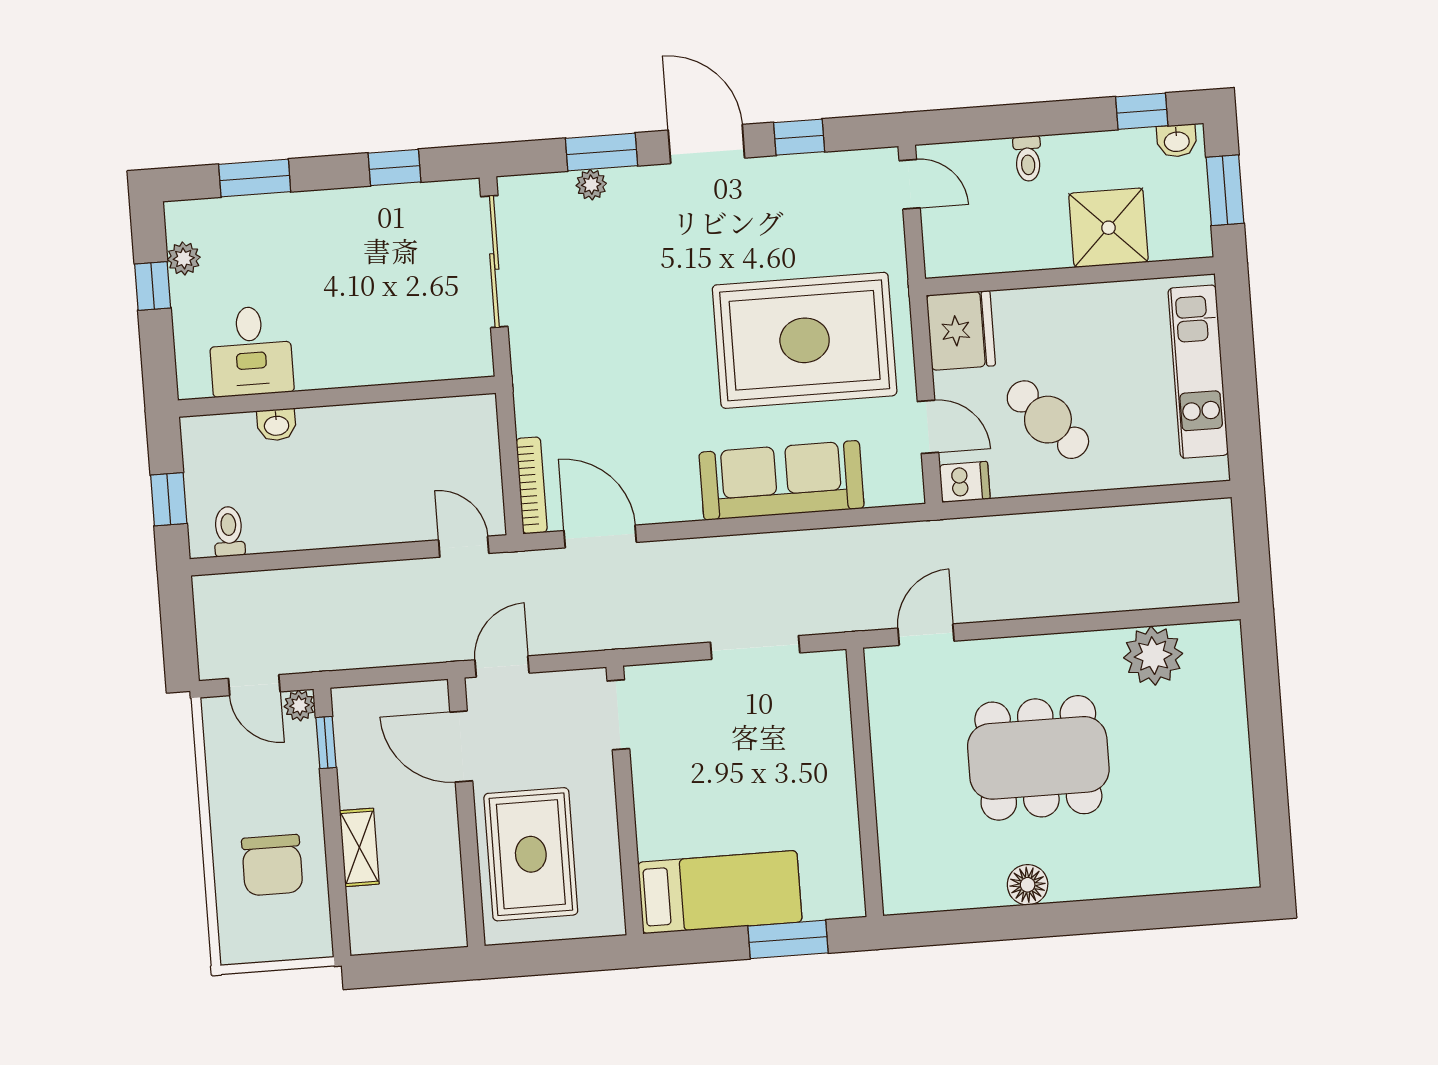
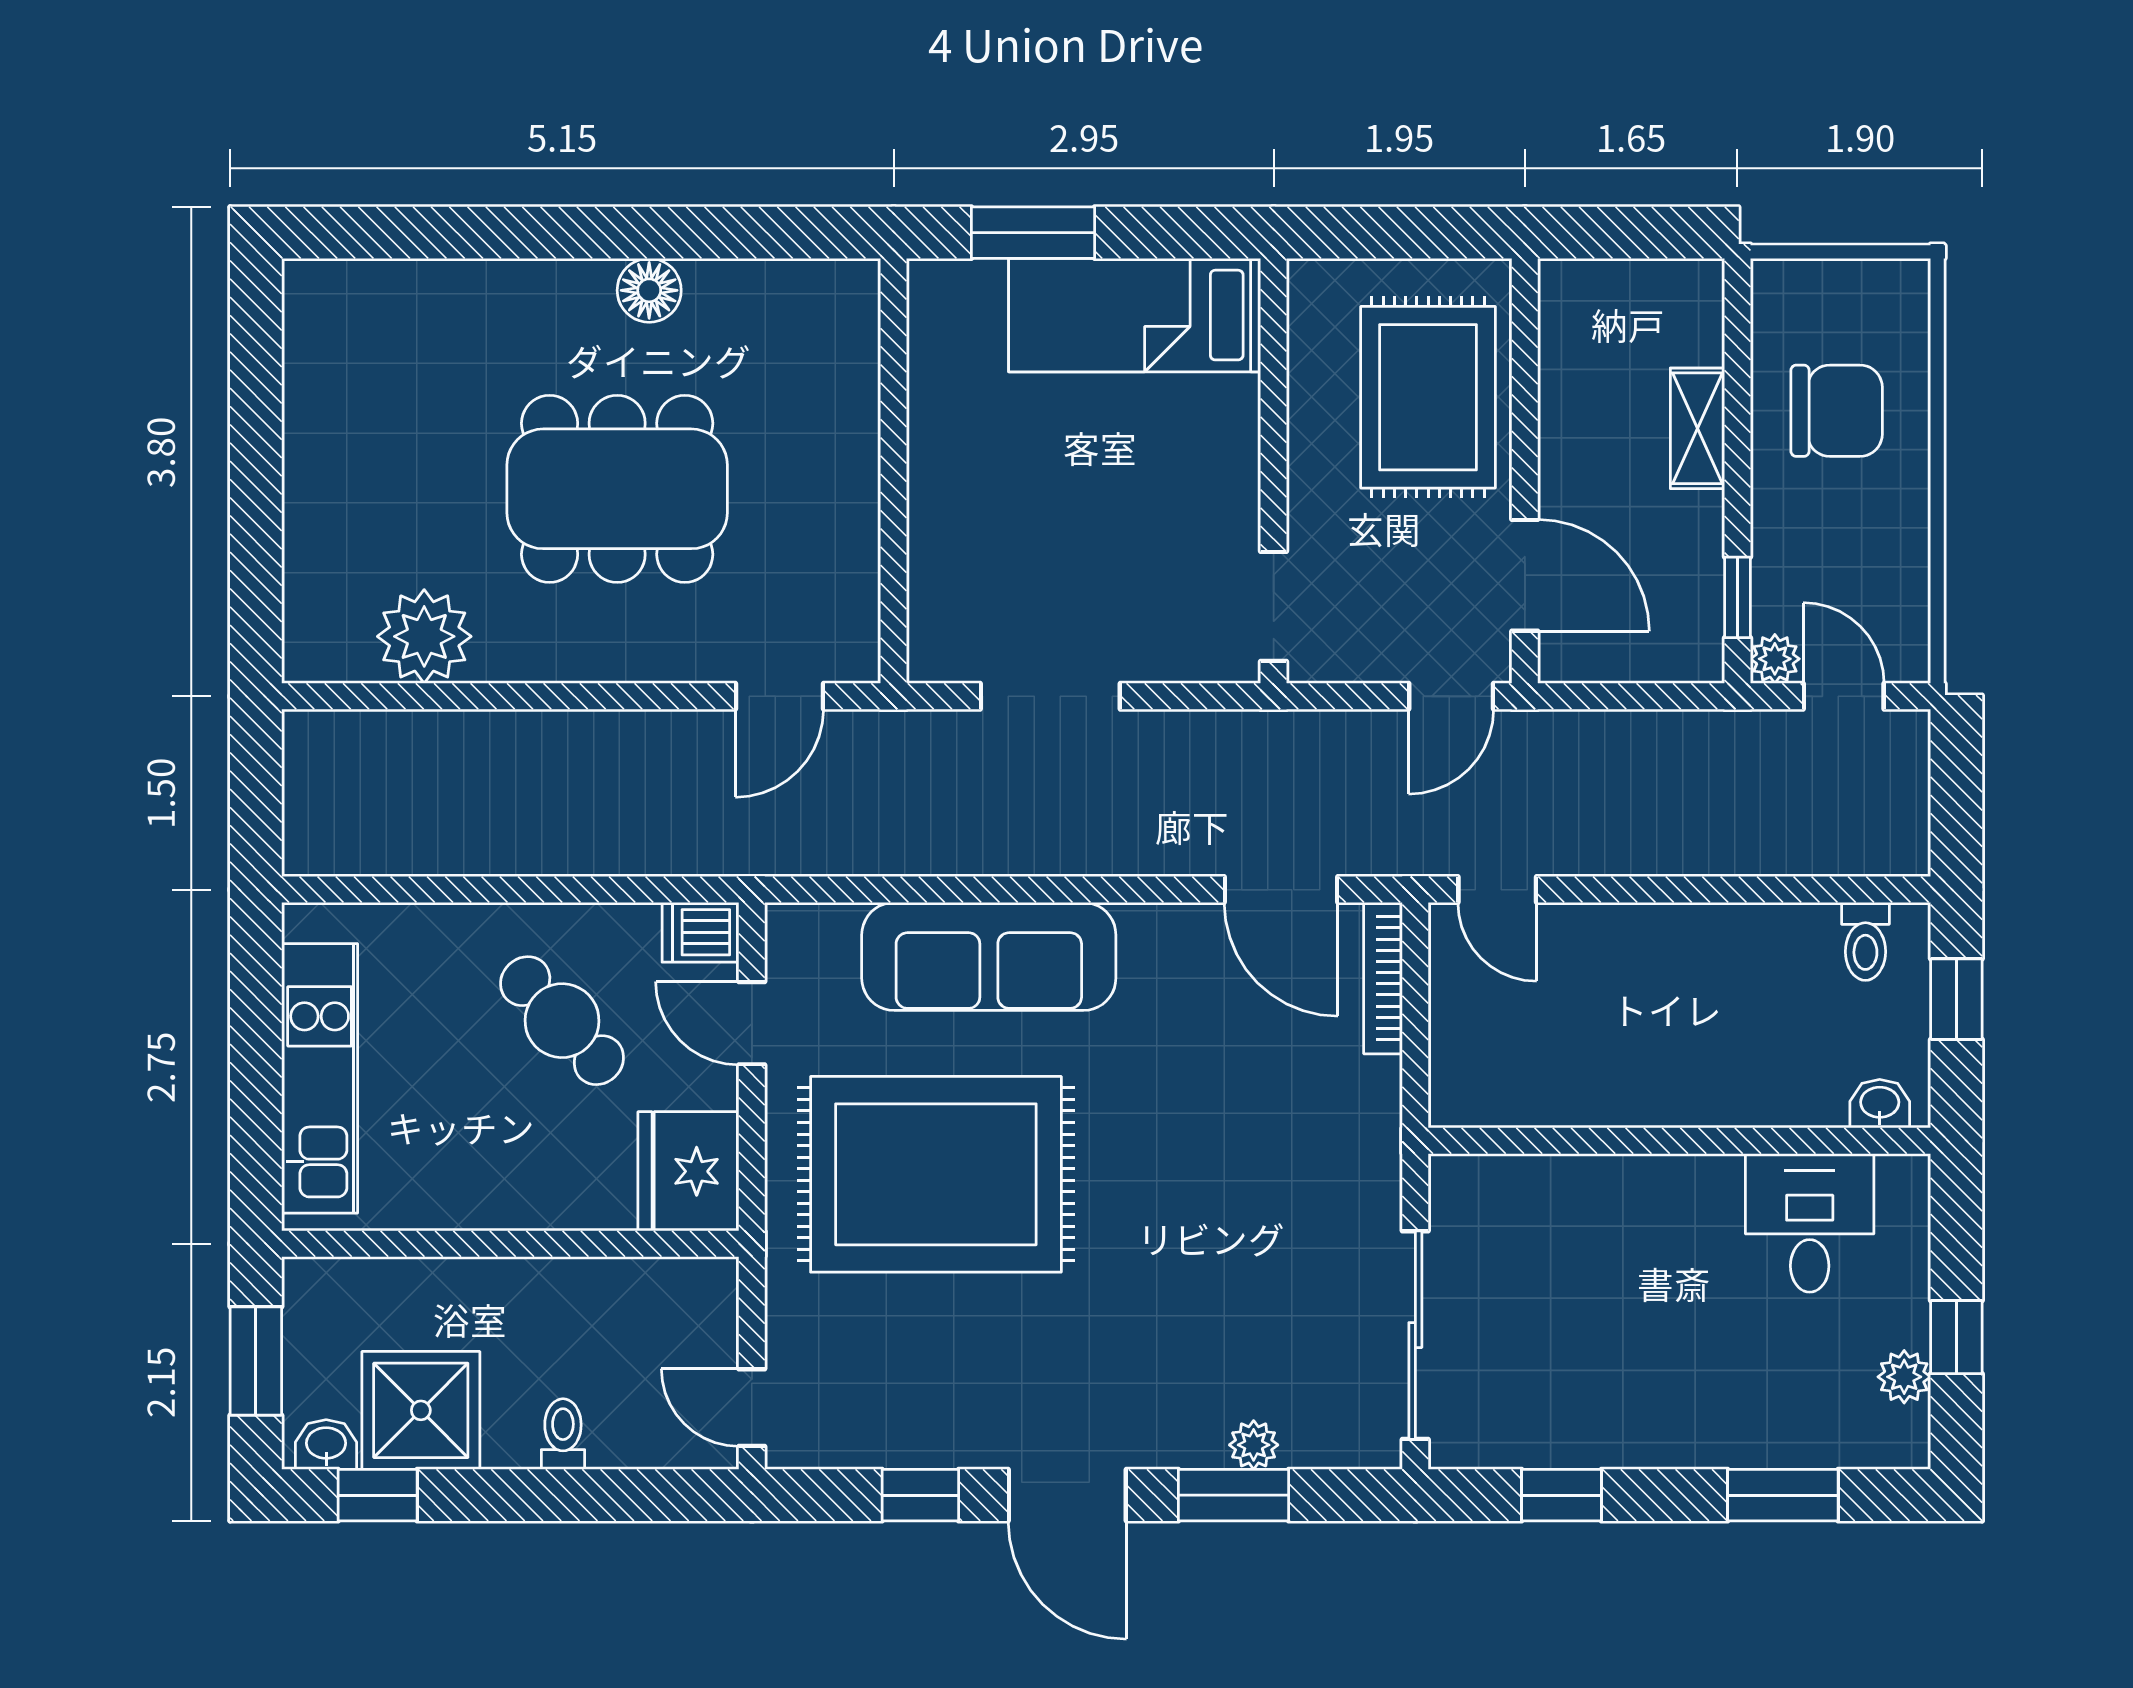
shower: (1108, 228) -> (421, 1410), moved
washbasin: (276, 425) -> (1880, 1104), moved
chair: (272, 865) -> (1837, 411), turned 90

